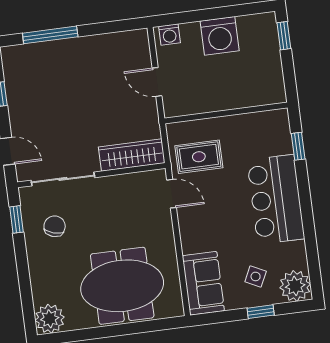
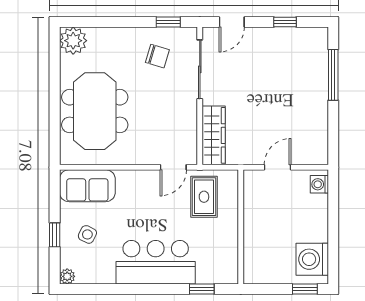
washing machine: (220, 36) -> (312, 259), moved
plant: (295, 286) -> (67, 276), width x0.53, depth x0.53

